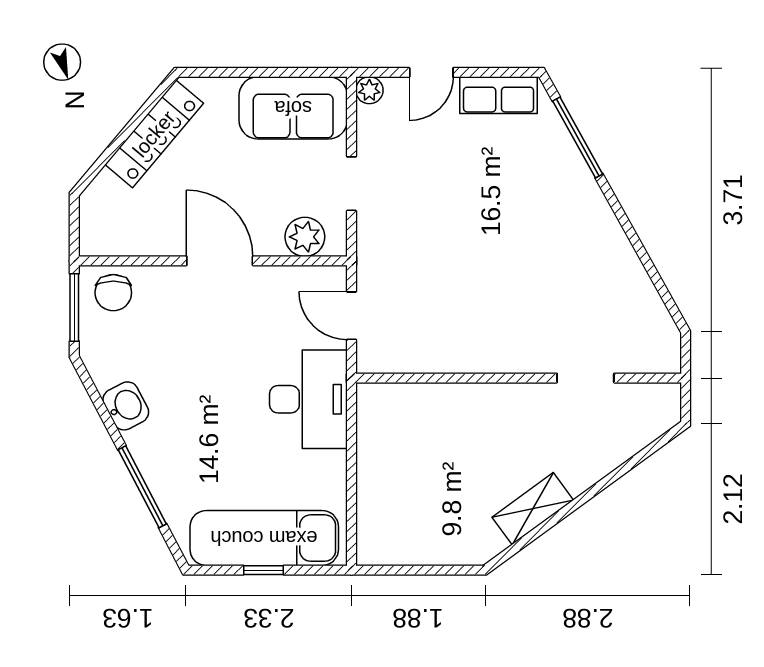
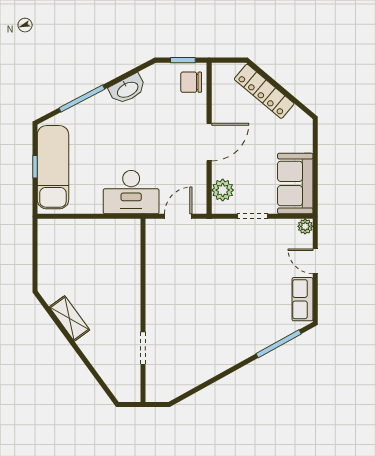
locker: (154, 134) -> (264, 91), moved
window: (74, 307) -> (183, 60), width x0.67
washbasin: (126, 406) -> (127, 89), width x1.38

